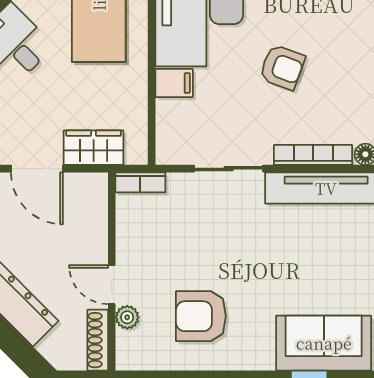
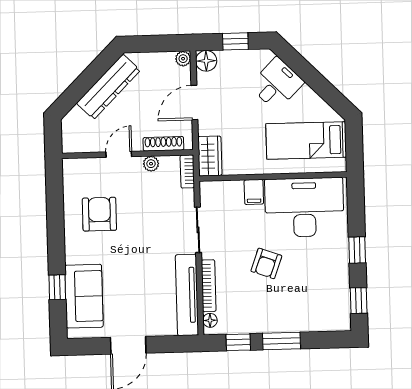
wardrobe: (94, 148) -> (210, 156), moved
plant: (127, 317) -> (151, 164), moved
shoe rack: (98, 340) -> (163, 144), moved

